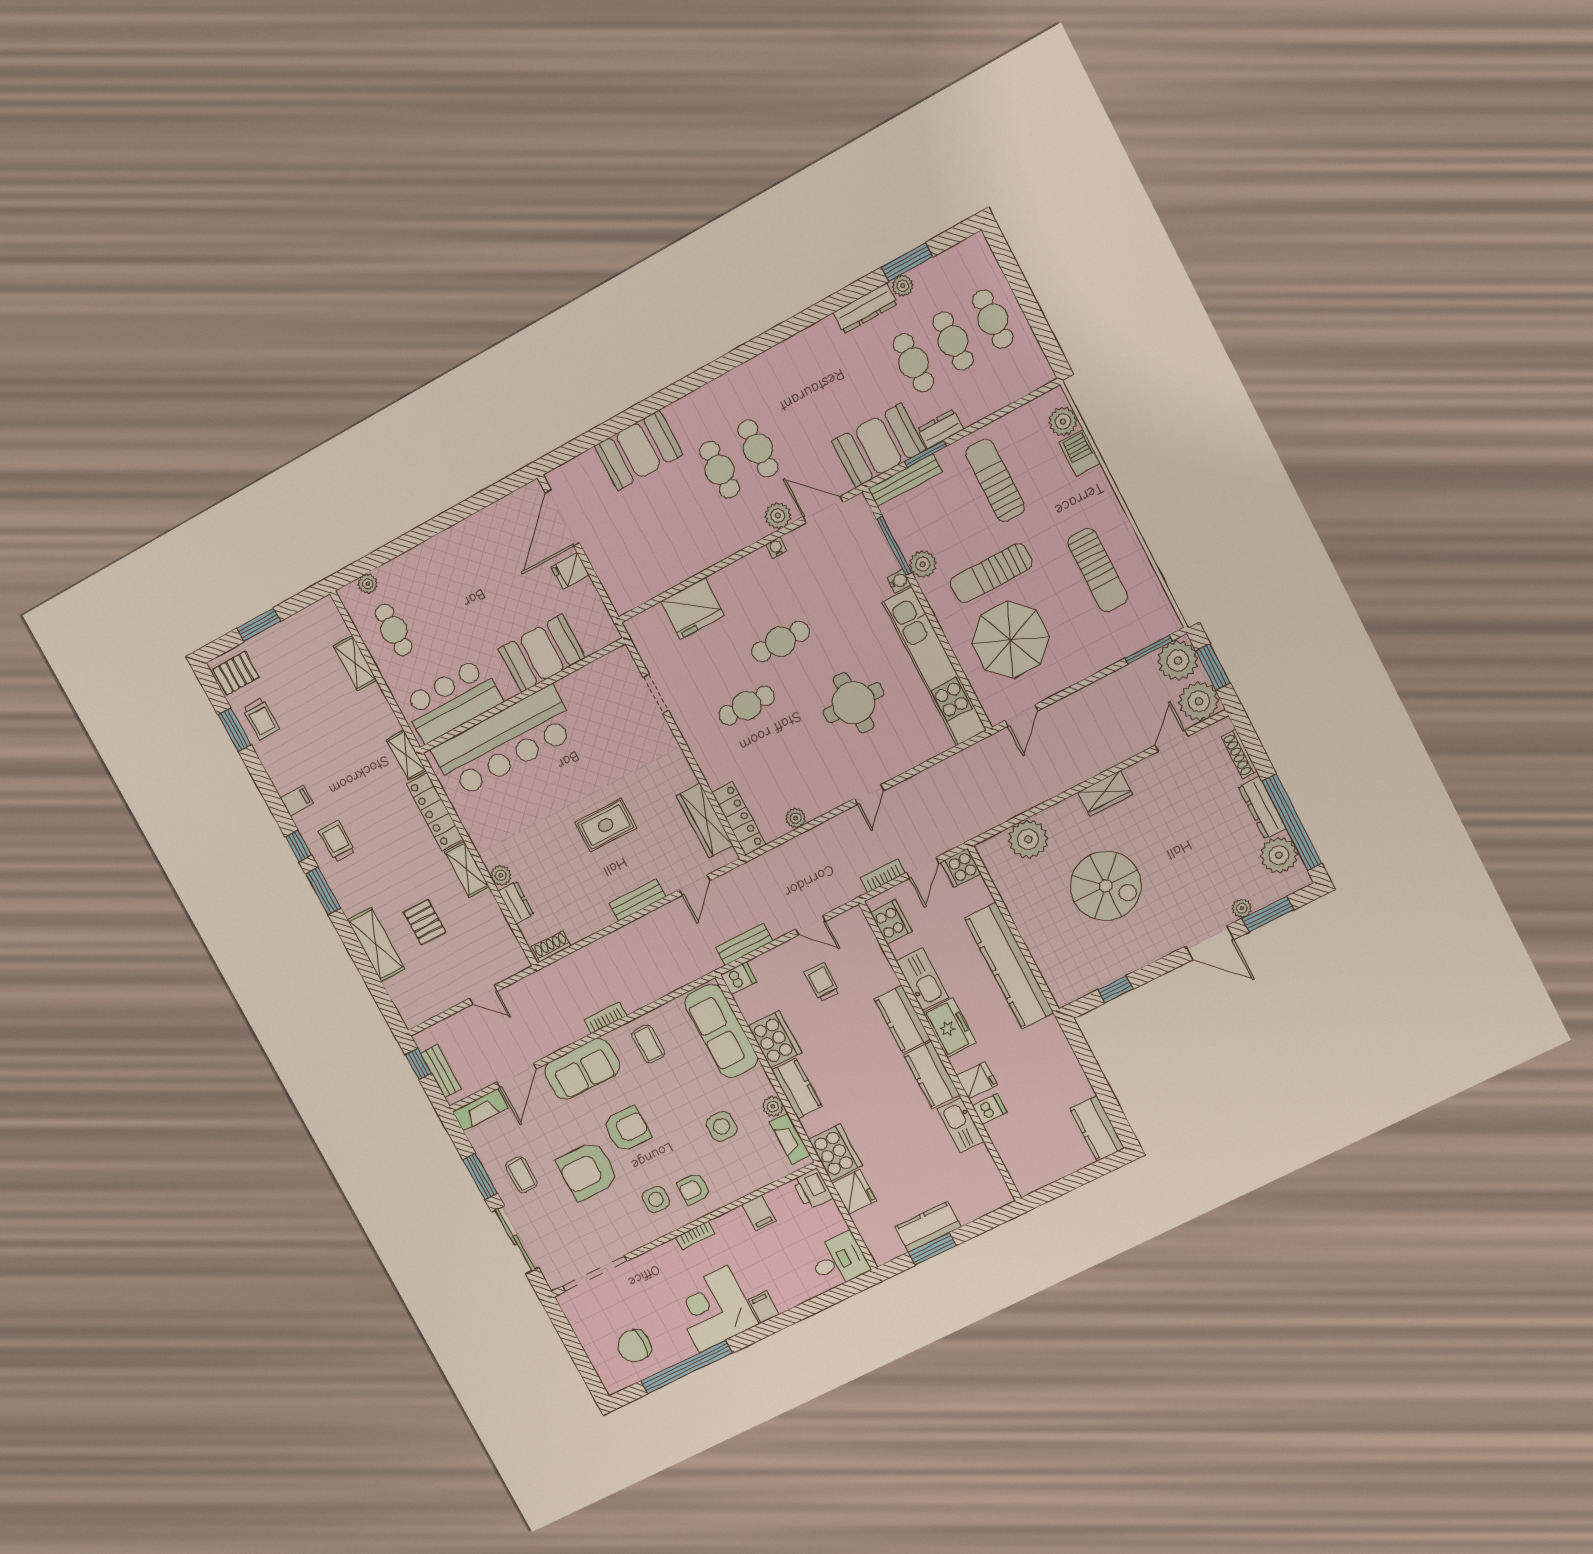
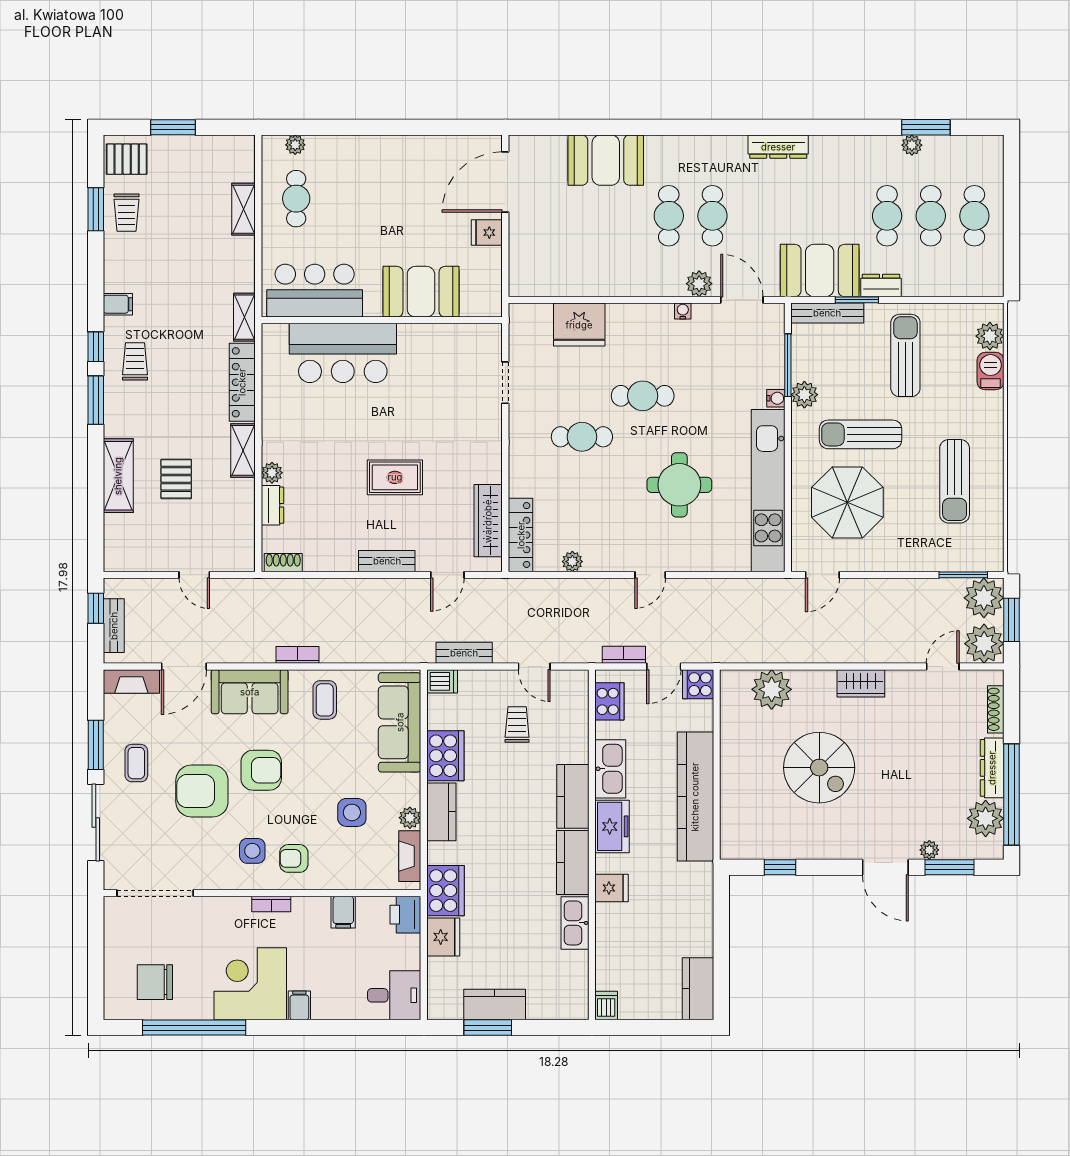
dresser: (865, 308) -> (778, 147), moved
bar counter: (505, 742) -> (343, 353), width x0.73
dishwasher: (990, 1109) -> (606, 1006), moved, turned -90

